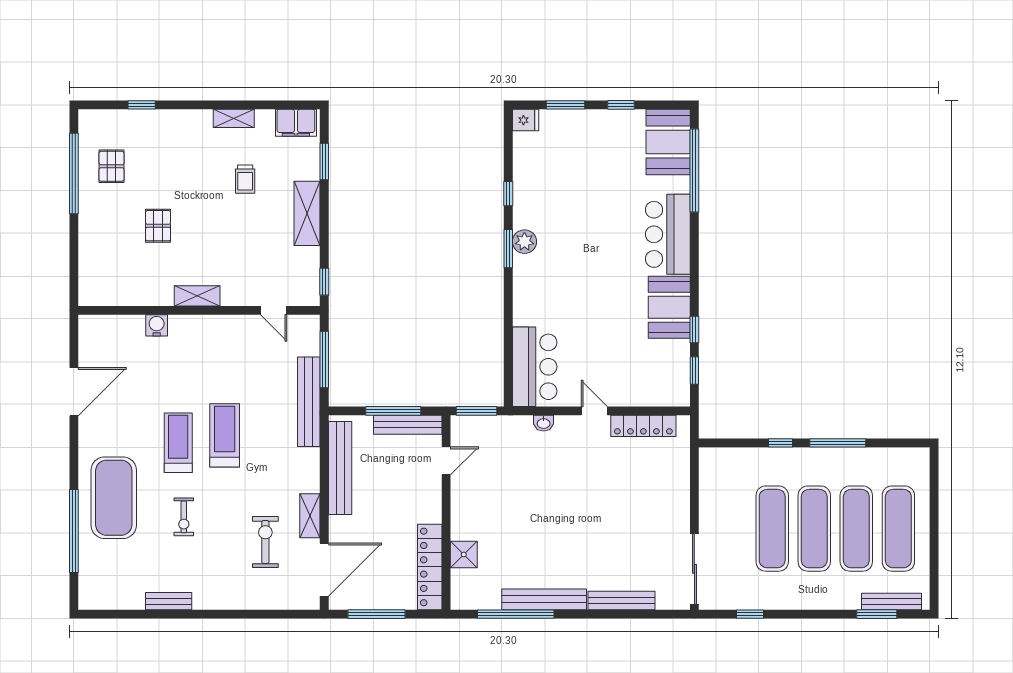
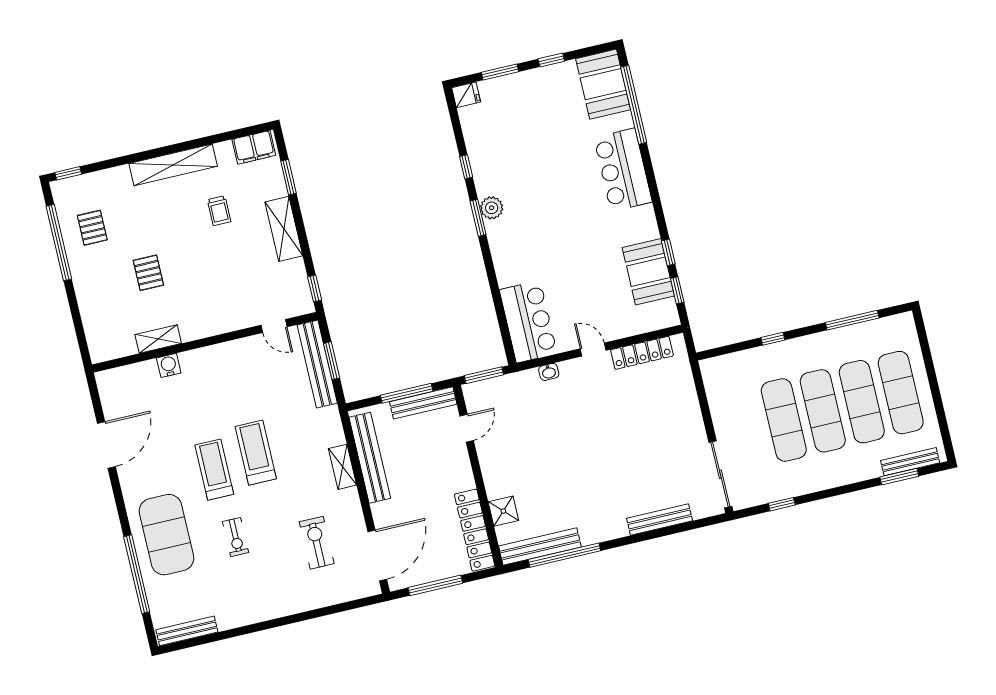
window: (142, 105) -> (68, 173), moved
shelving: (234, 118) -> (173, 165), width x2.20, depth x1.33
shelving: (197, 296) -> (158, 339), moved
booth: (669, 307) -> (648, 272), moved
window: (324, 360) -> (332, 361), width x0.69
bench: (309, 402) -> (317, 364), moved
window: (838, 443) -> (852, 320), moved
shelving: (310, 516) -> (342, 467), moved
bench: (544, 599) -> (540, 546), moved
bench: (169, 601) -> (187, 631), moved, width x1.36

